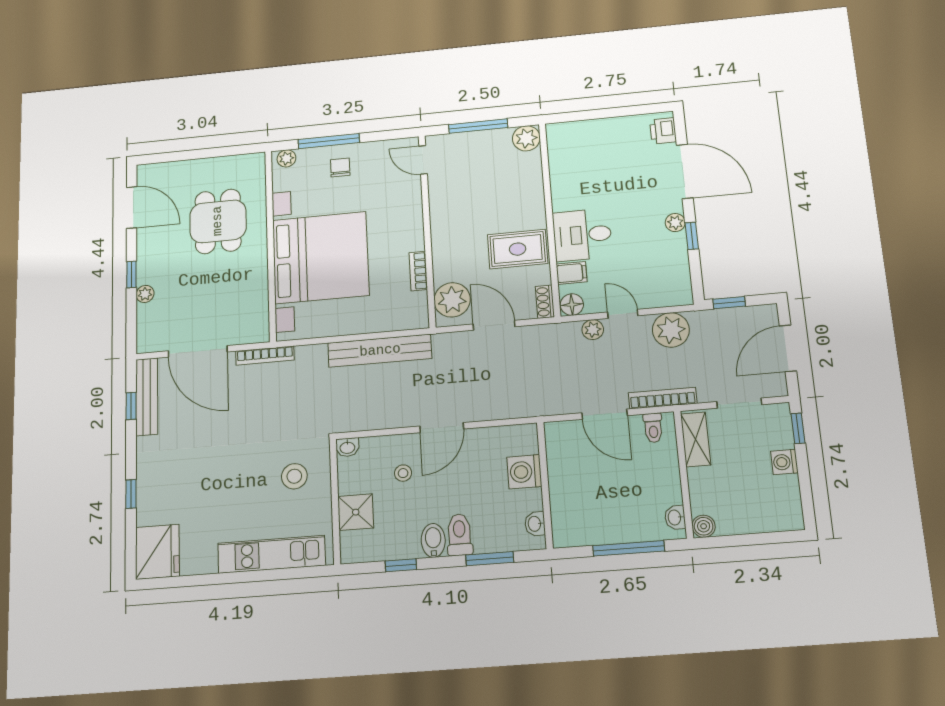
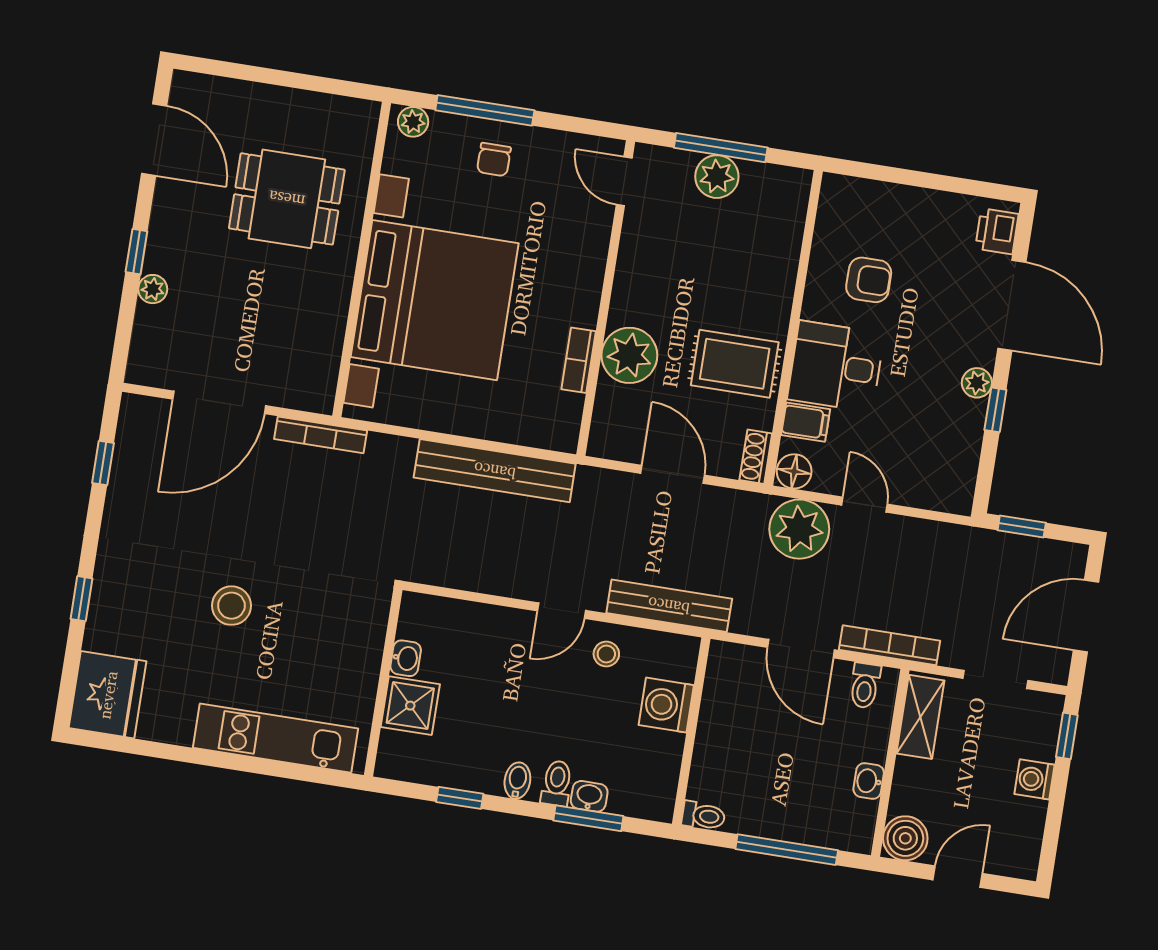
plant: (526, 138) -> (717, 177), moved
chair: (340, 167) -> (494, 160), turned 180
armchair: (590, 179) -> (869, 280), added
dining table: (218, 221) -> (287, 199), turned 90
plant: (452, 300) -> (629, 355), moved
plant: (593, 330) -> (799, 529), width x1.87, depth x1.87
plant: (671, 330) -> (928, 547), removed
door: (198, 351) -> (219, 402), hinge flipped
bench: (147, 397) -> (669, 606), moved, turned 90
door: (442, 428) -> (562, 611), width x0.73
washbasin: (347, 447) -> (406, 658), moved, turned -90
stool: (403, 473) -> (606, 654), moved
stool: (294, 476) -> (231, 606), moved
washbasin: (675, 517) -> (869, 781), moved
washbasin: (535, 524) -> (589, 796), moved, turned 90
boiler: (704, 526) -> (905, 838), width x1.36, depth x1.36
toilet: (459, 535) -> (557, 783), width x0.73, depth x0.72
toilet: (567, 539) -> (703, 816), added
door: (750, 539) -> (958, 877), added
bidet: (433, 540) -> (517, 781), width x0.72, depth x0.74

